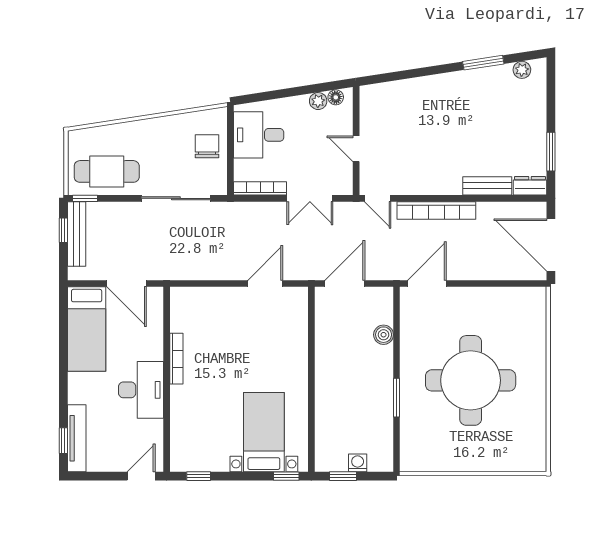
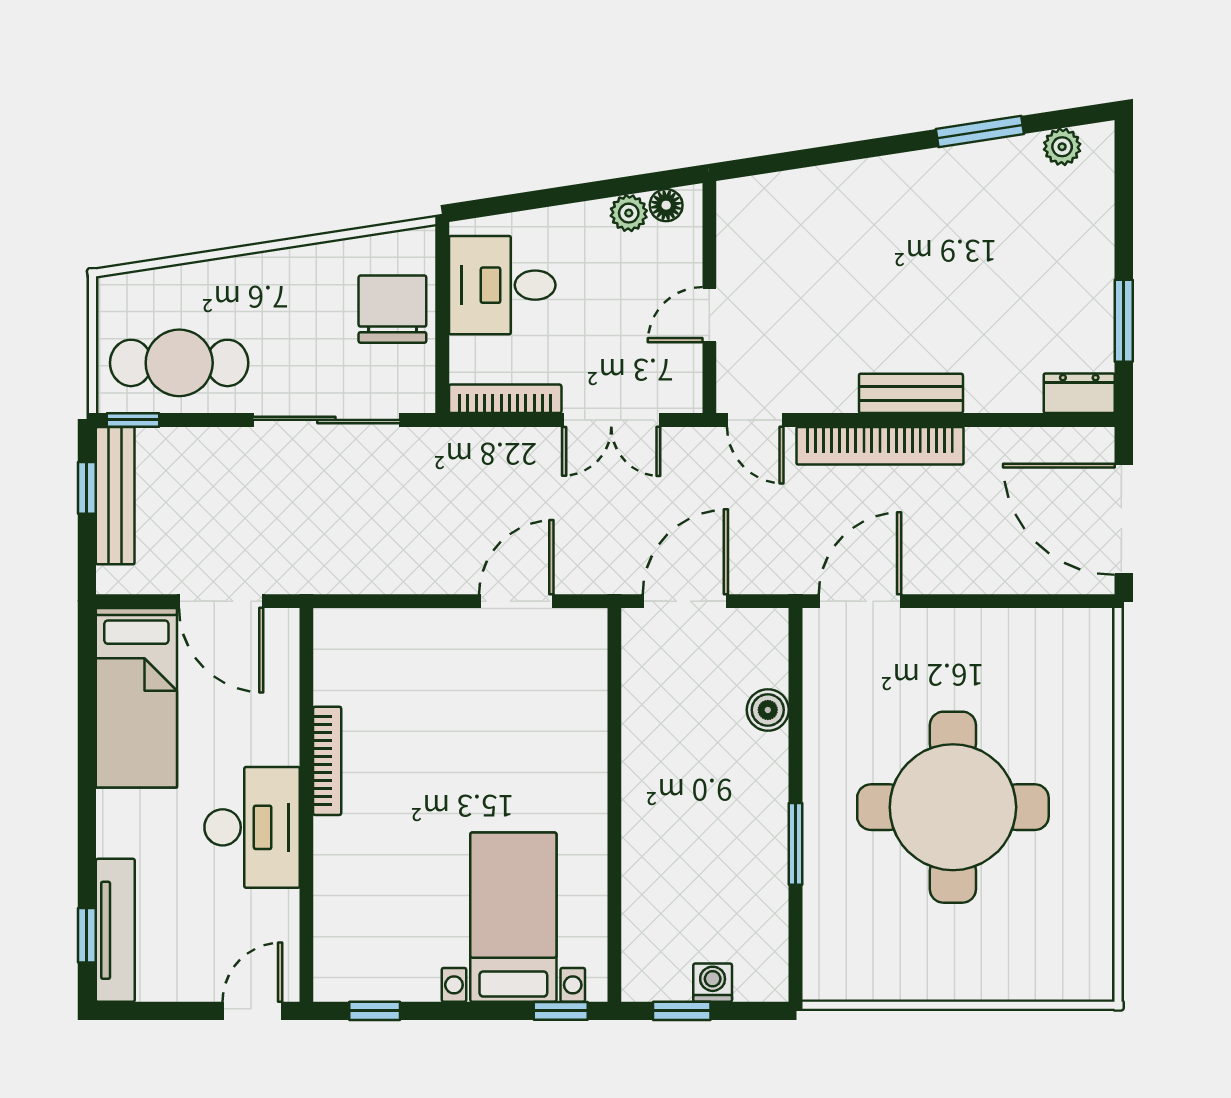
chair: (207, 146) -> (392, 309), width x1.37, depth x1.37
door: (356, 149) -> (709, 315), hinge flipped
bench: (487, 186) -> (911, 393), moved

